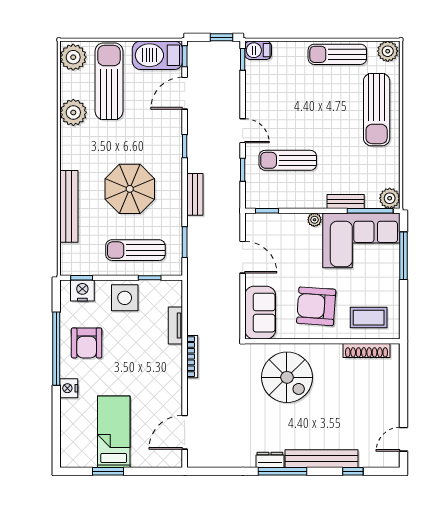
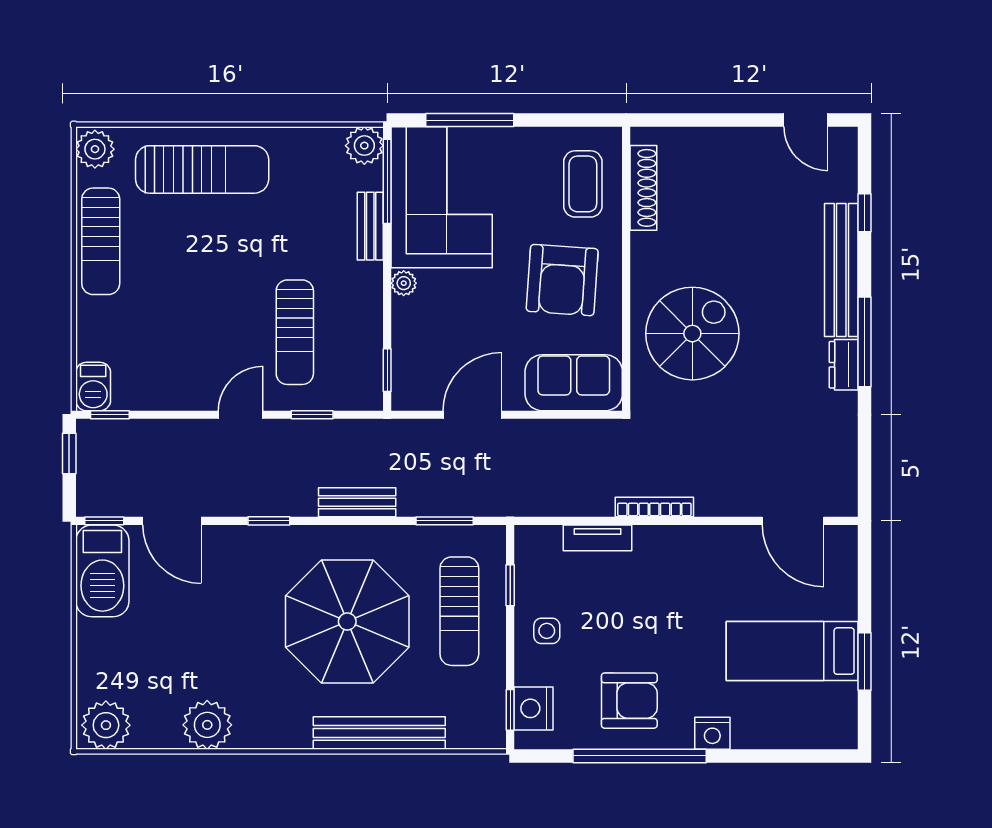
sun lounger: (109, 81) -> (150, 660), removed
parasol: (130, 189) -> (347, 622), width x1.36, depth x1.36
side table: (125, 298) -> (547, 631), width x0.54, depth x0.54

